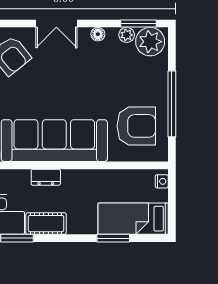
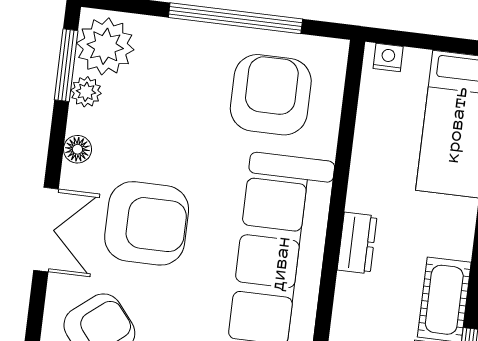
armchair: (66, 73) -> (147, 223), added
dresser: (46, 177) -> (357, 243), moved

